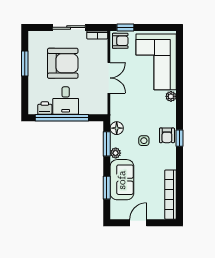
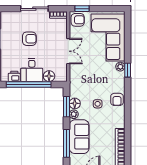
armchair: (63, 63) -> (29, 39), width x0.53, depth x0.53
floor lamp: (86, 108) -> (49, 76), added
floor lamp: (117, 128) -> (75, 103), moved
window: (180, 138) -> (128, 70), moved
window: (107, 188) -> (66, 143), width x1.44

